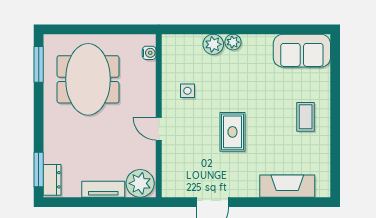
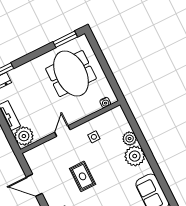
plant: (233, 42) -> (135, 156), width x1.88, depth x1.88
meeting table: (88, 79) -> (71, 74), turned 90
rug: (232, 132) -> (83, 176), turned 90

